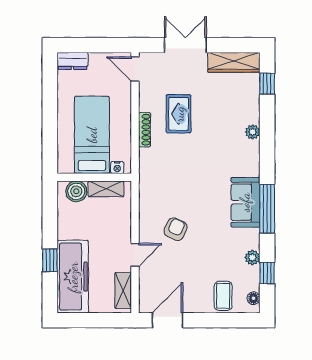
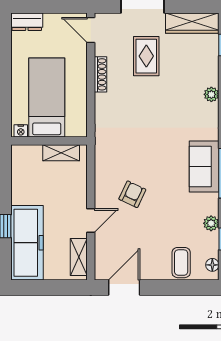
rug: (179, 114) -> (146, 56), moved
shoe rack: (144, 130) -> (101, 74), moved
nightstand: (117, 167) -> (21, 131), moved
boiler: (76, 191) -> (31, 155), removed

